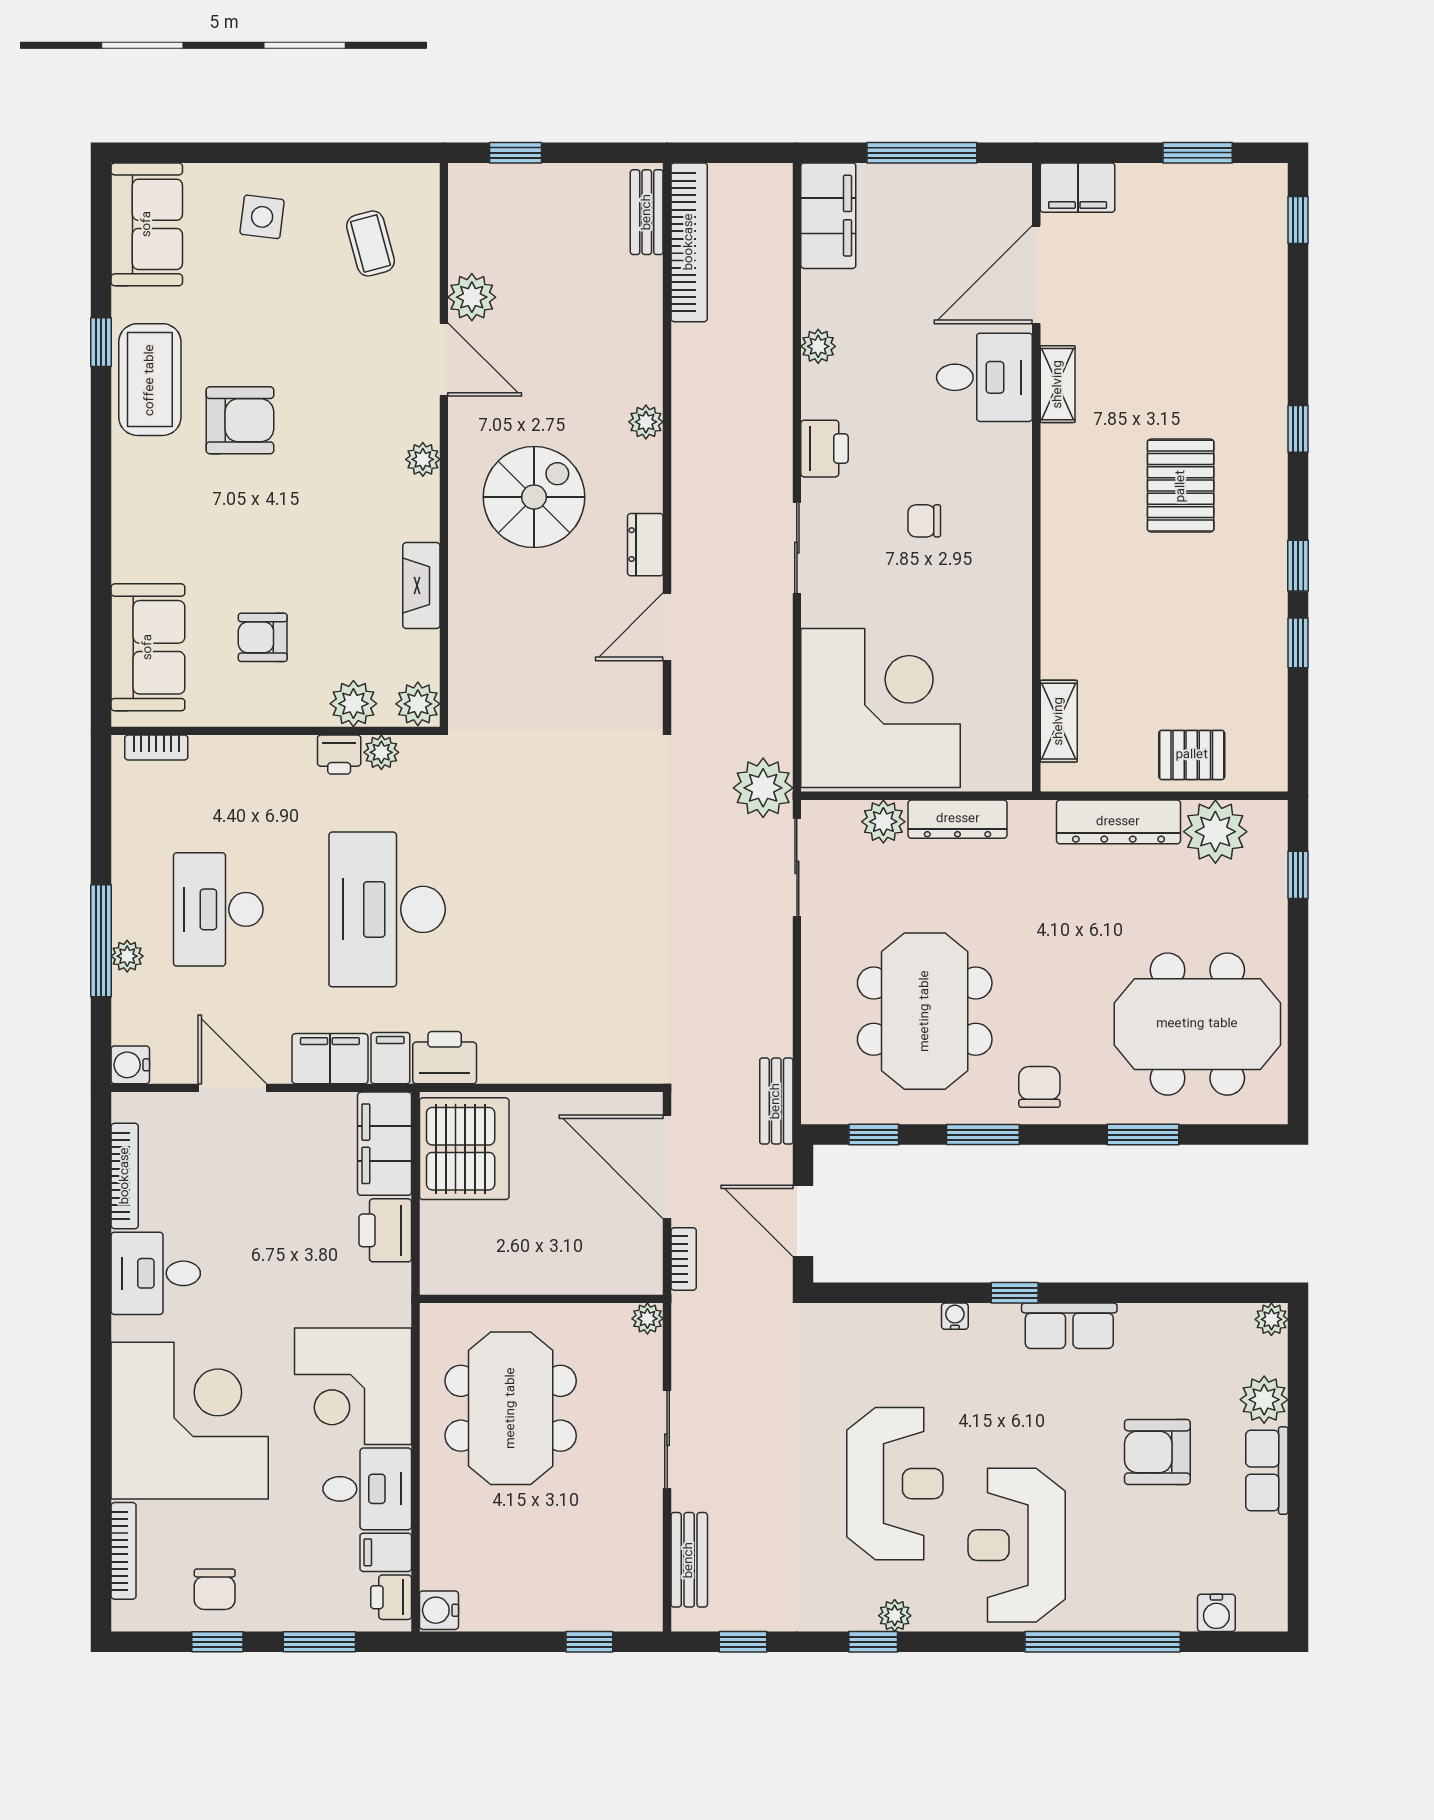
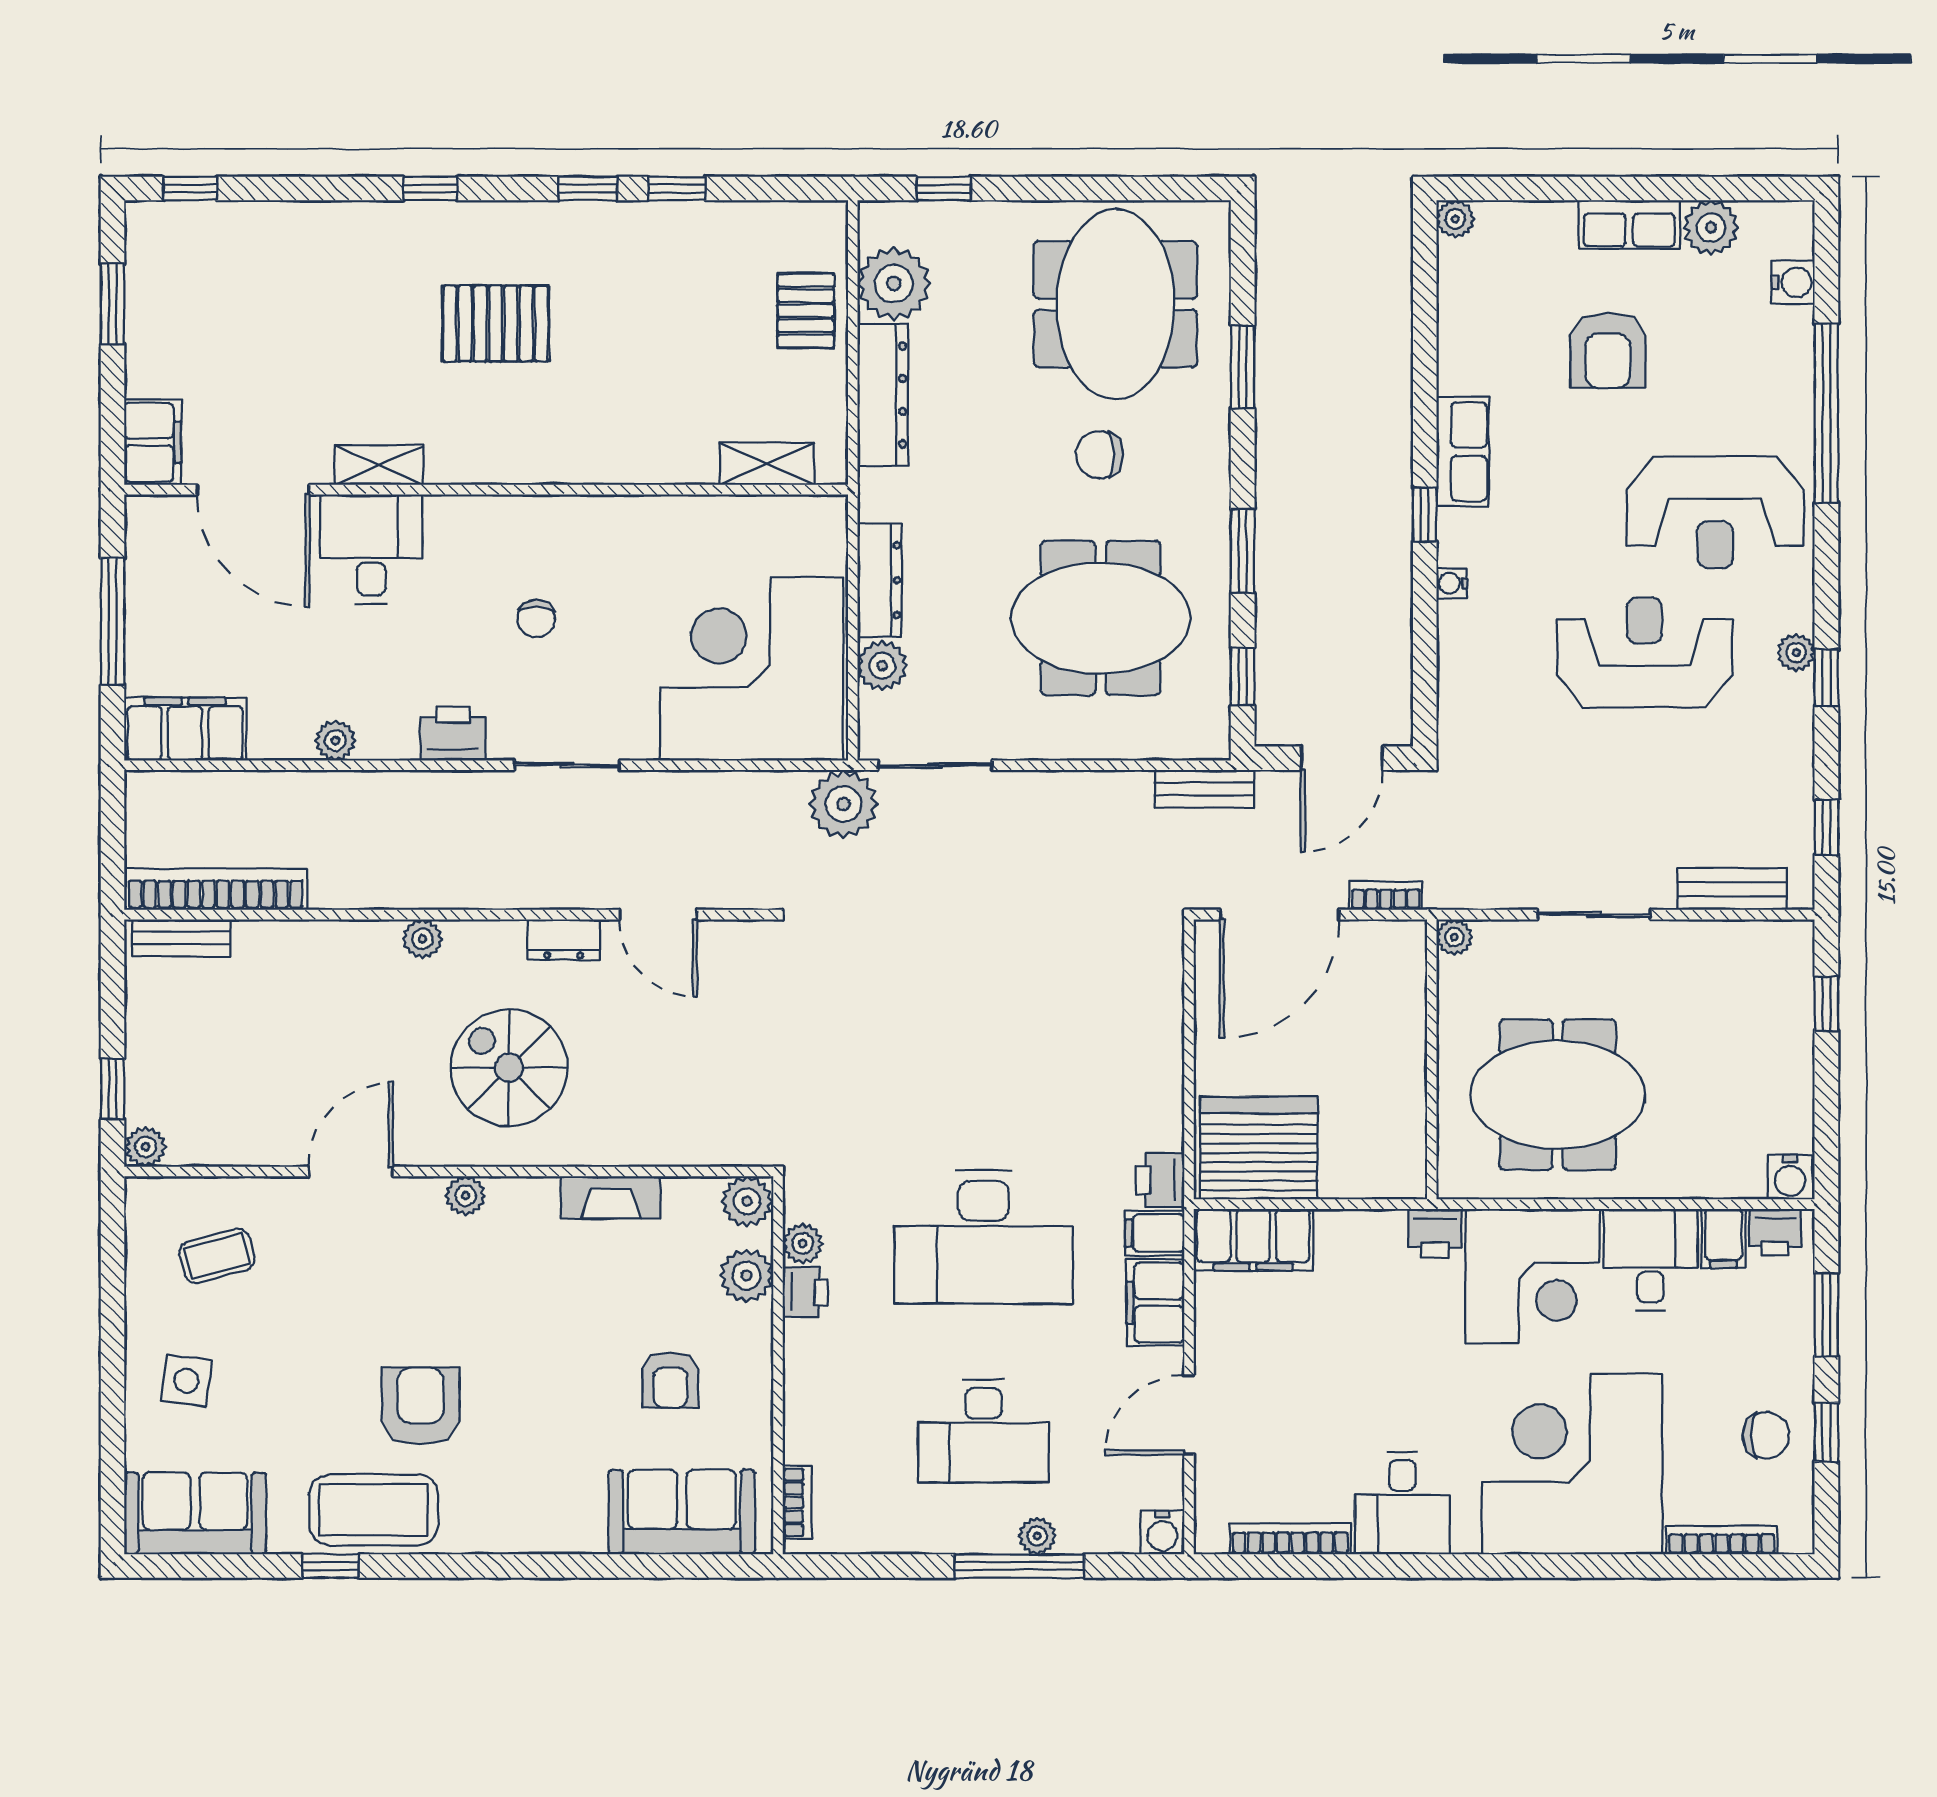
plant: (472, 297) -> (145, 1147), moved, width x0.73, depth x0.73
printer: (445, 1058) -> (1160, 1180), width x0.73, depth x0.81
chair: (1039, 1087) -> (1099, 455), moved
printer: (385, 1230) -> (1435, 1233), moved, width x0.73, depth x0.81
plant: (1264, 1400) -> (1711, 228), moved

